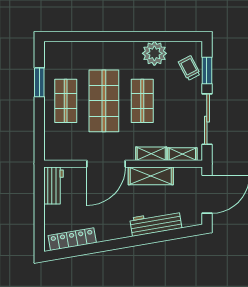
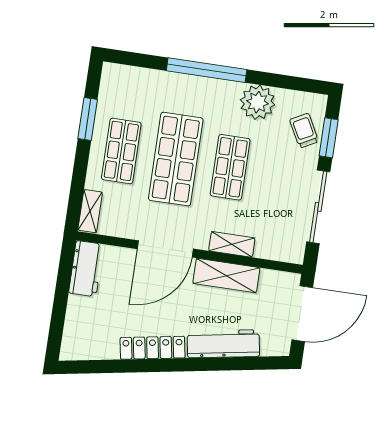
window: (116, 36) -> (207, 70), added
shelving: (182, 154) -> (90, 211), moved, turned 90
locker: (72, 239) -> (153, 348), moved

